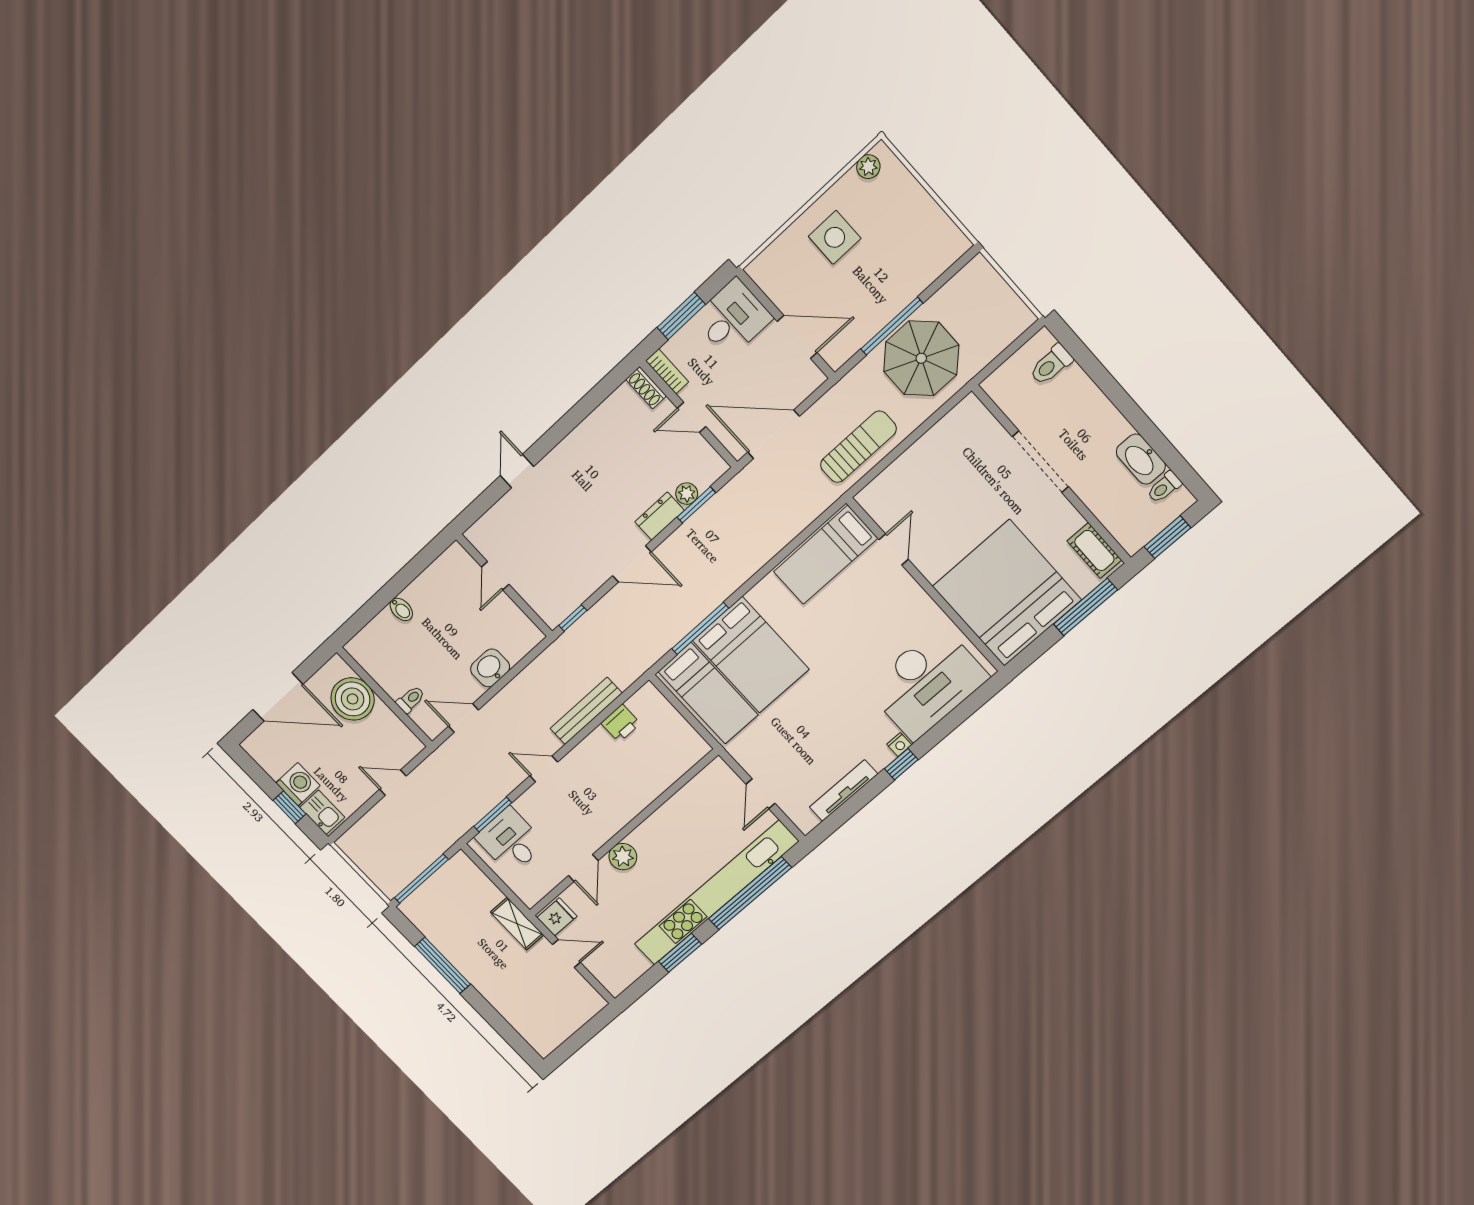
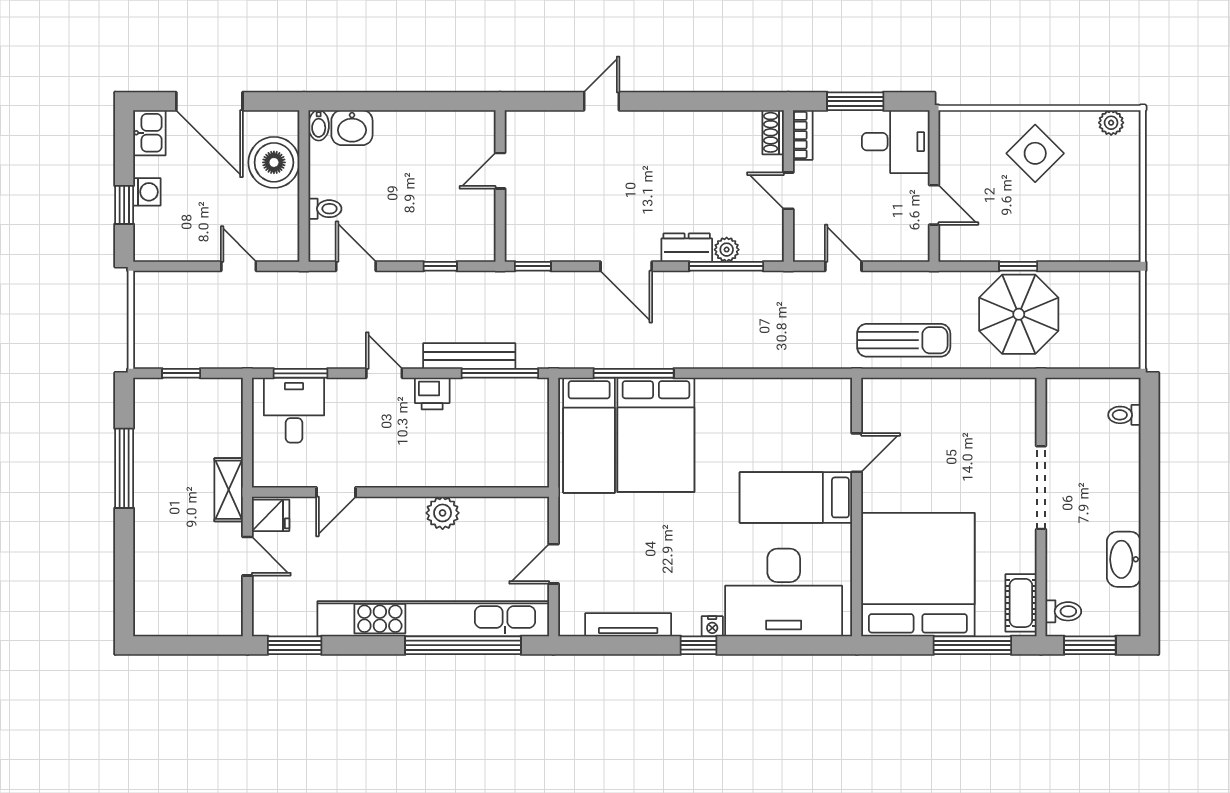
side table: (835, 237) -> (1035, 153), turned 45
window: (892, 326) -> (1018, 266), width x0.46
door: (797, 337) -> (934, 205), width x0.73
toilet: (1051, 365) -> (1124, 415), width x0.73, depth x0.72
door: (774, 434) -> (843, 266), width x0.53
toilet: (1164, 487) -> (1063, 611), moved, turned 180
window: (696, 505) -> (726, 266), width x1.44
bed: (826, 555) -> (796, 497), moved
bidet: (401, 609) -> (319, 125), moved
washbasin: (490, 668) -> (352, 128), moved, turned 180
window: (515, 671) -> (440, 266), added
window: (615, 704) -> (500, 373), added
printer: (621, 723) -> (432, 394), moved
washing machine: (298, 784) -> (147, 192), width x0.73, depth x0.73
kitchen sink: (322, 812) -> (149, 133), moved
plant: (623, 857) -> (443, 513), moved
window: (421, 879) -> (181, 373), width x0.46
window: (680, 953) -> (295, 645), moved

